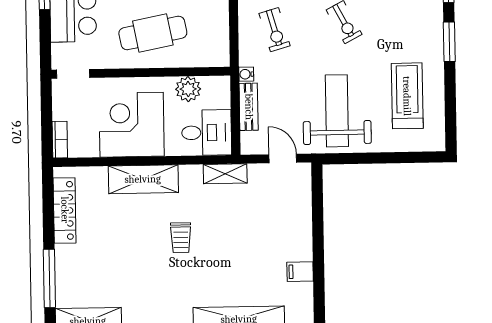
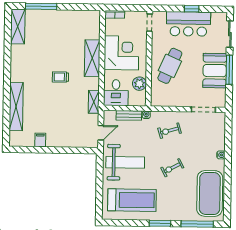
cafe table: (153, 33) -> (170, 66), turned 35
treadmill: (407, 96) -> (132, 200), width x1.37, depth x1.38
locker: (65, 210) -> (77, 16), removed

